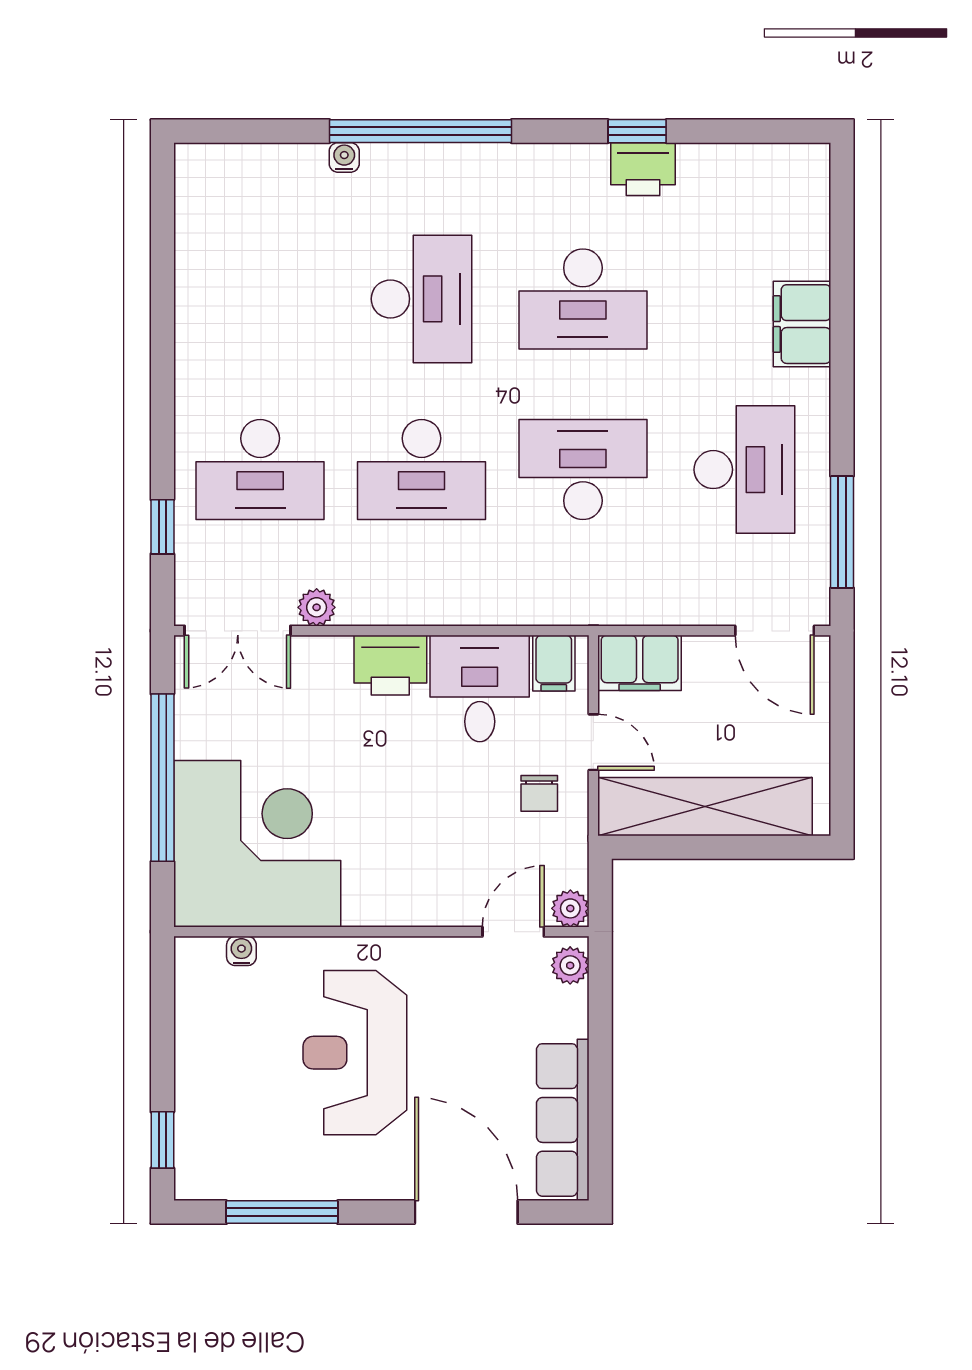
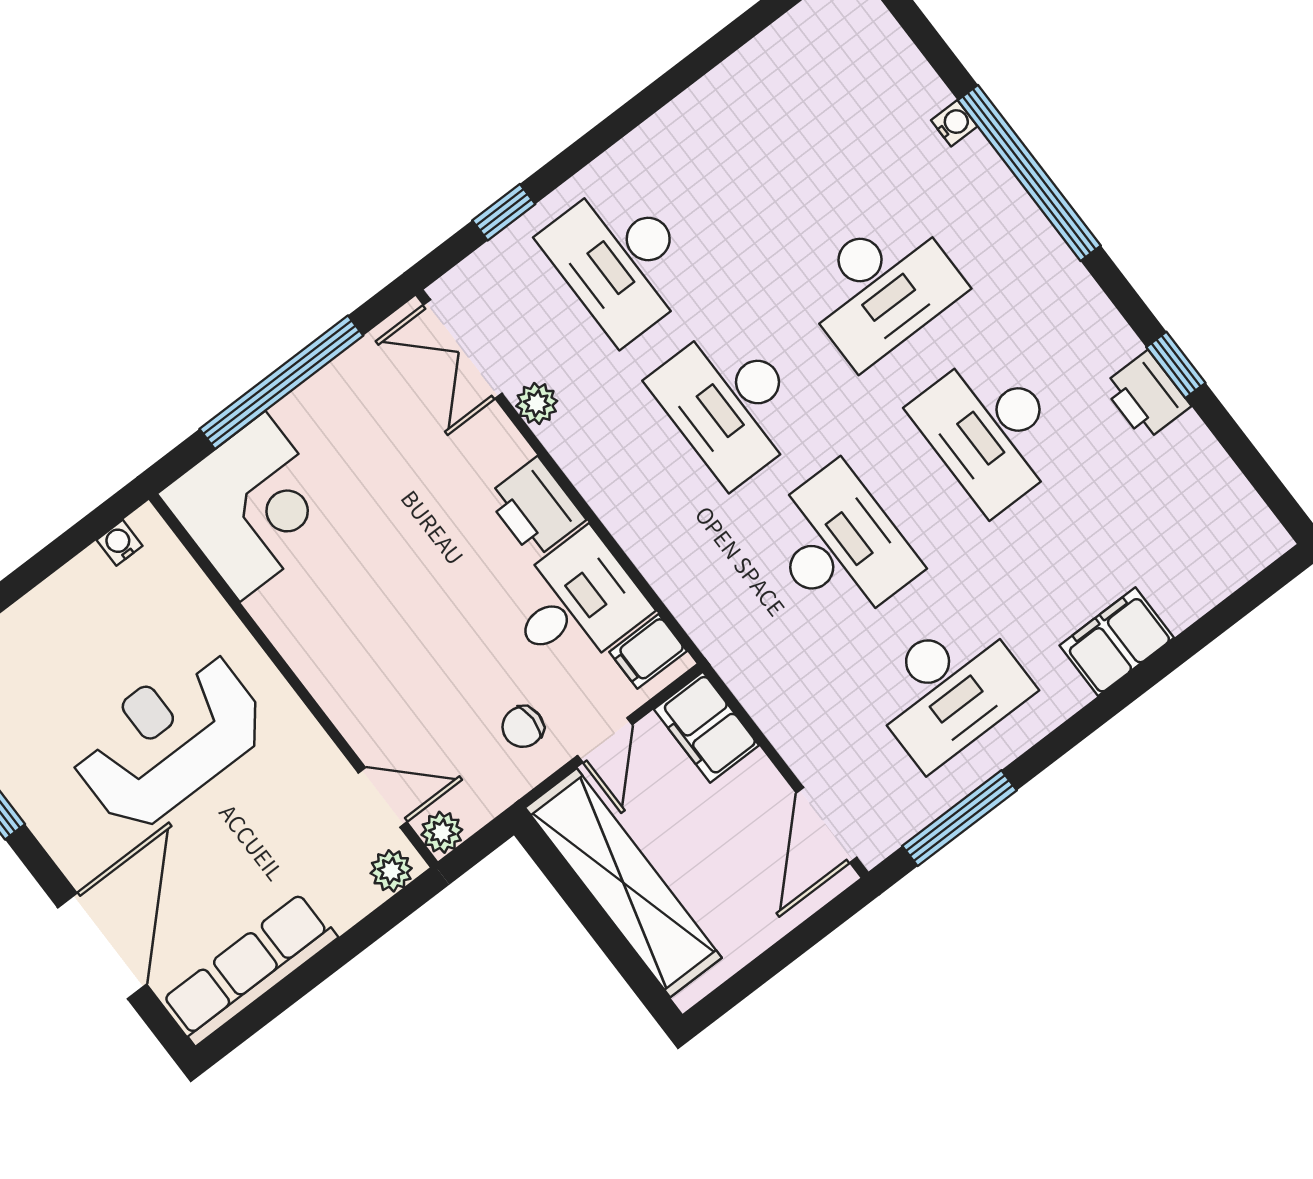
corner desk: (257, 844) -> (253, 506), width x0.74, depth x0.74
water cooler: (241, 951) -> (119, 543), moved, turned -90

